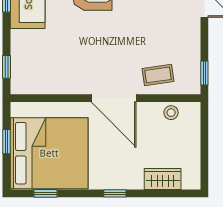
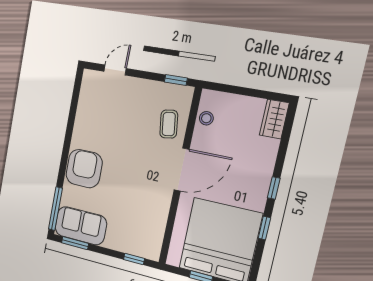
wardrobe: (163, 179) -> (274, 119), moved
window: (45, 193) -> (264, 228), moved

